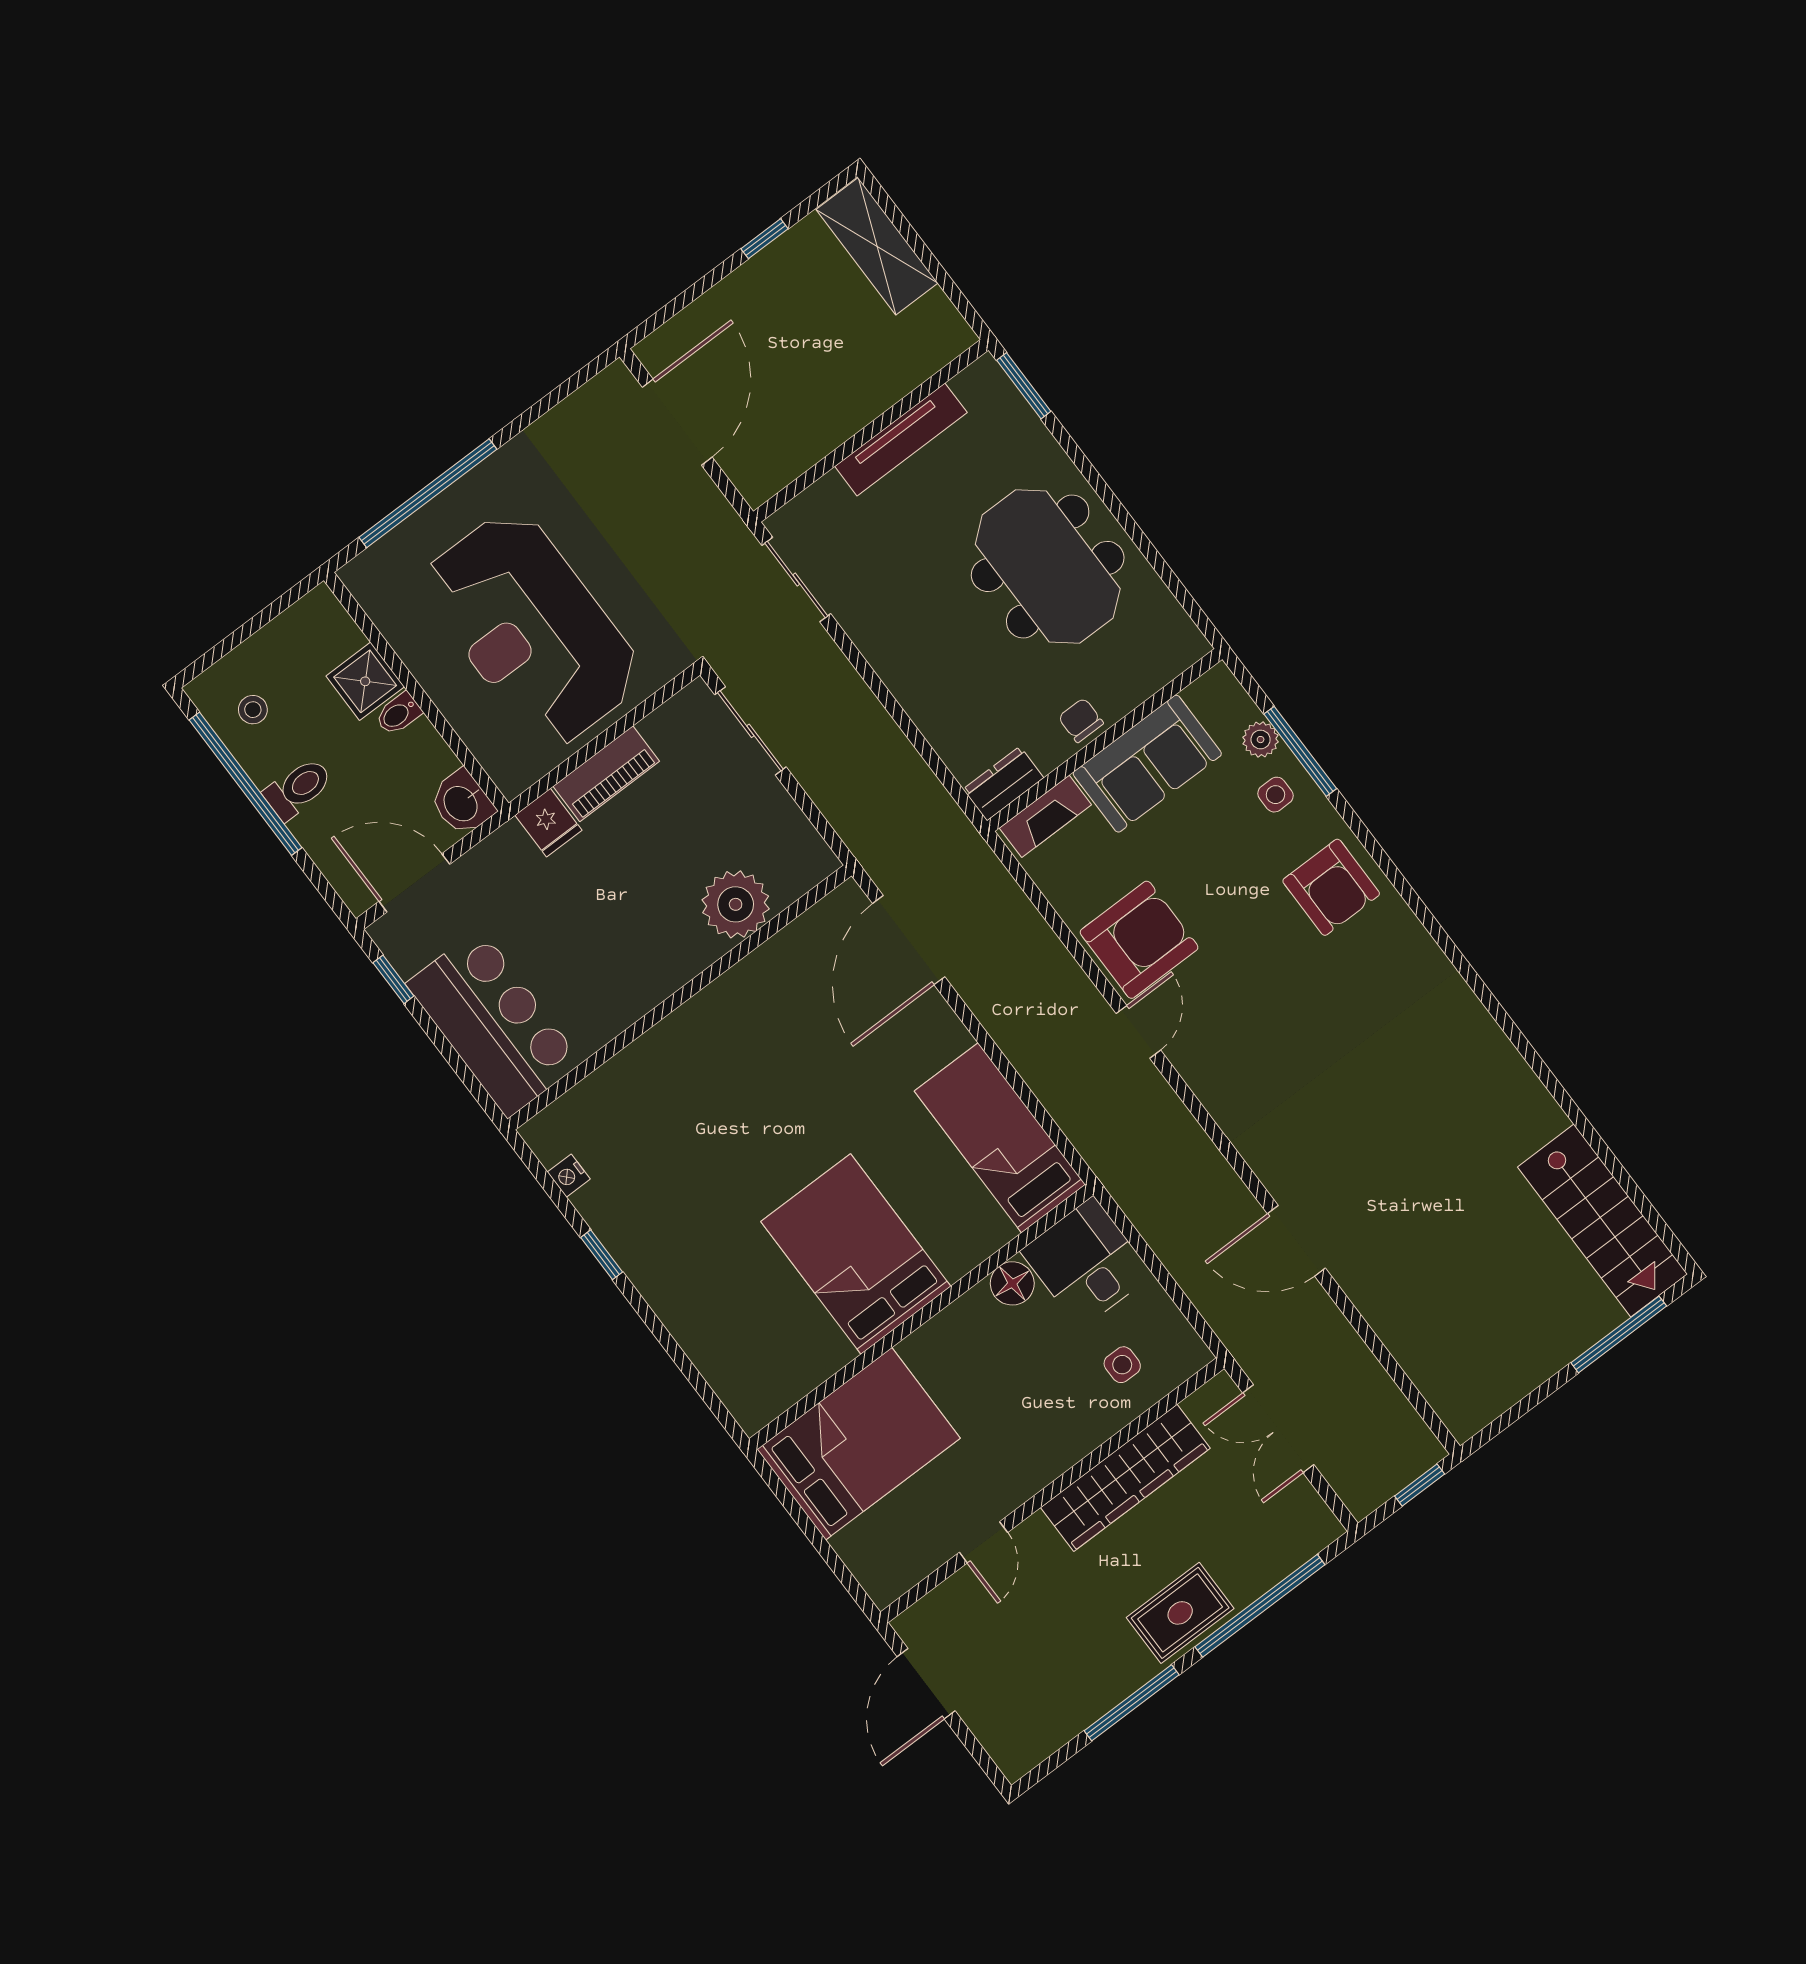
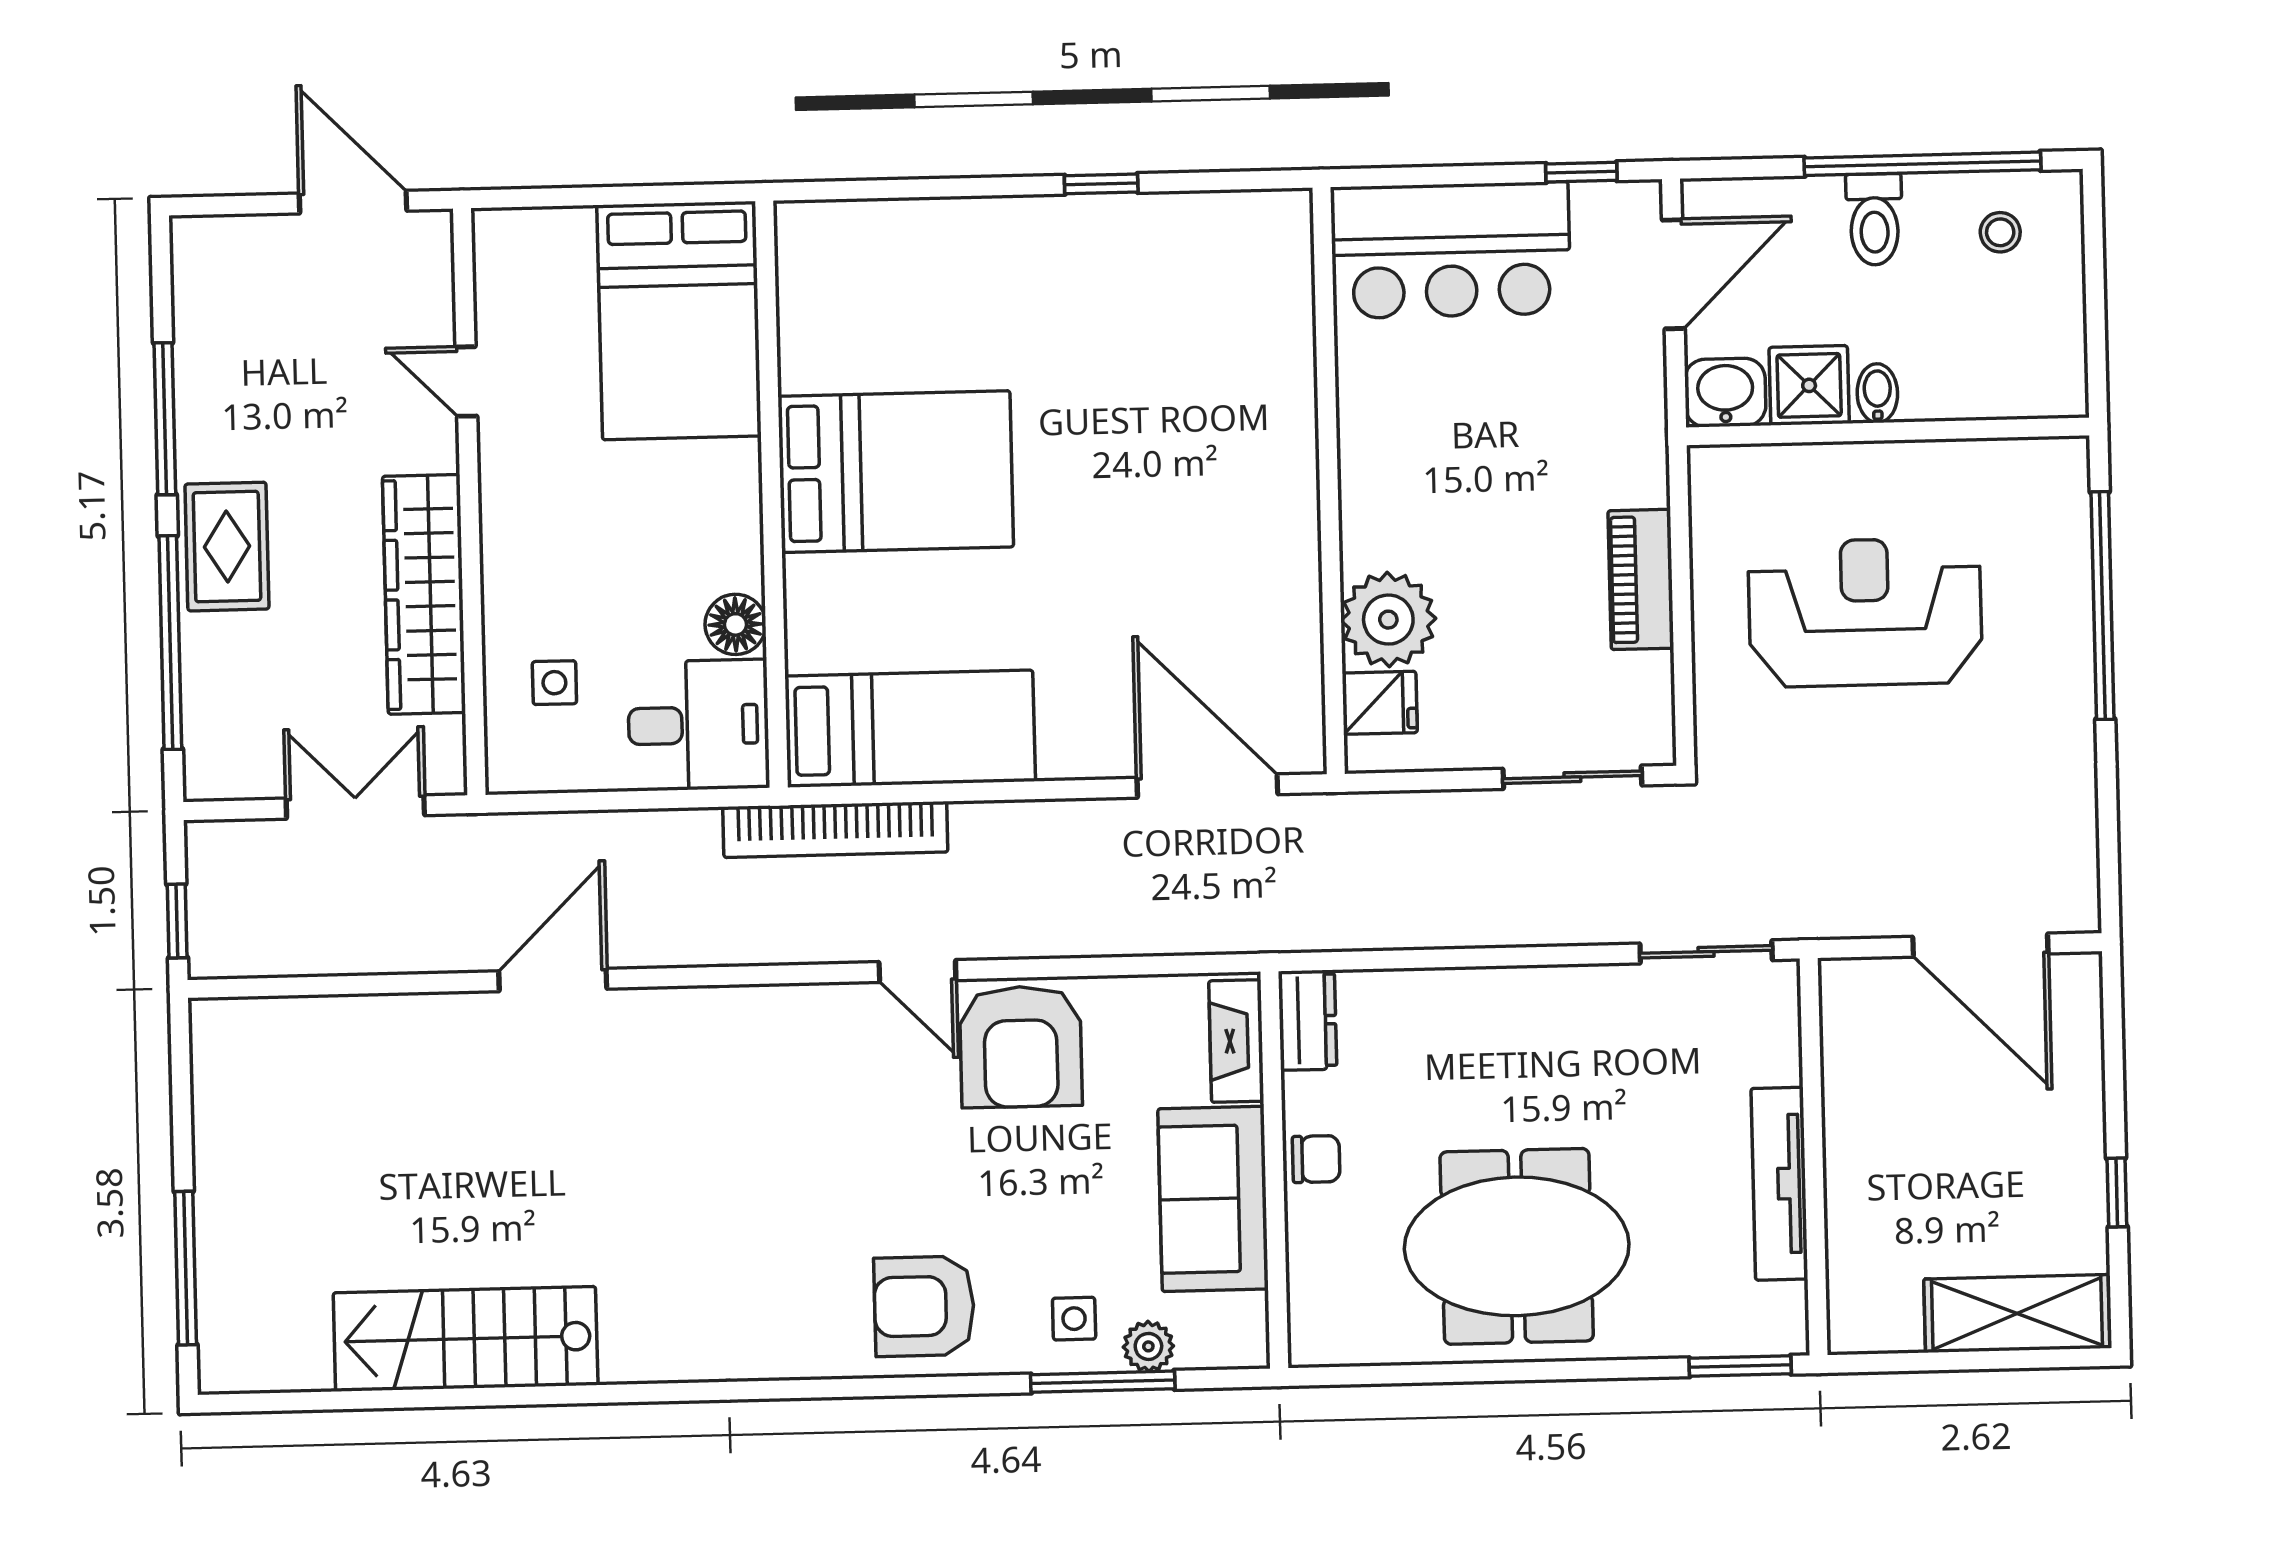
reception desk: (531, 629) -> (1865, 612), width x0.74, depth x0.77
shower: (365, 681) -> (1809, 385), moved
fridge: (548, 823) -> (1380, 703), moved, turned 180
bookcase: (1090, 1139) -> (835, 830), added
nightstand: (569, 1176) -> (1217, 211), removed
stairs: (1602, 1221) -> (466, 1339), moved

